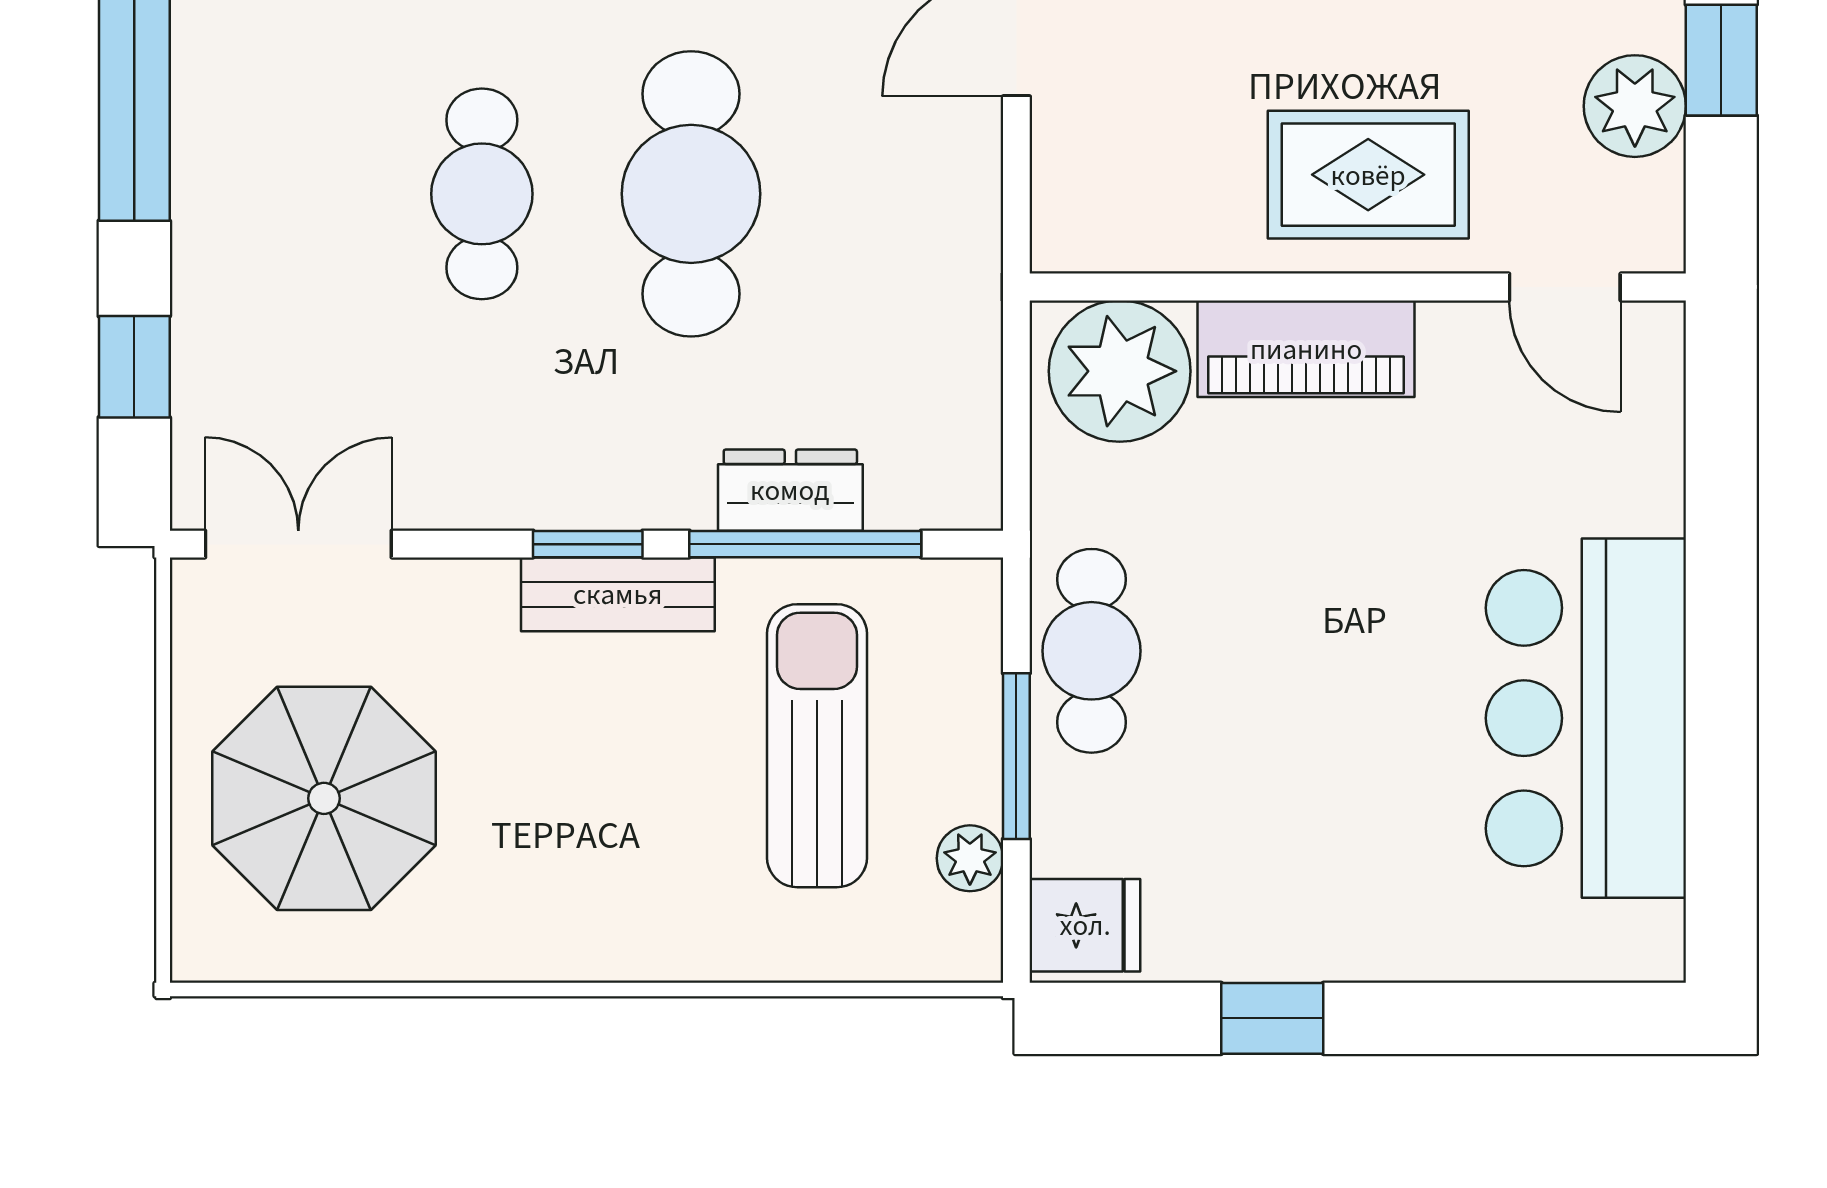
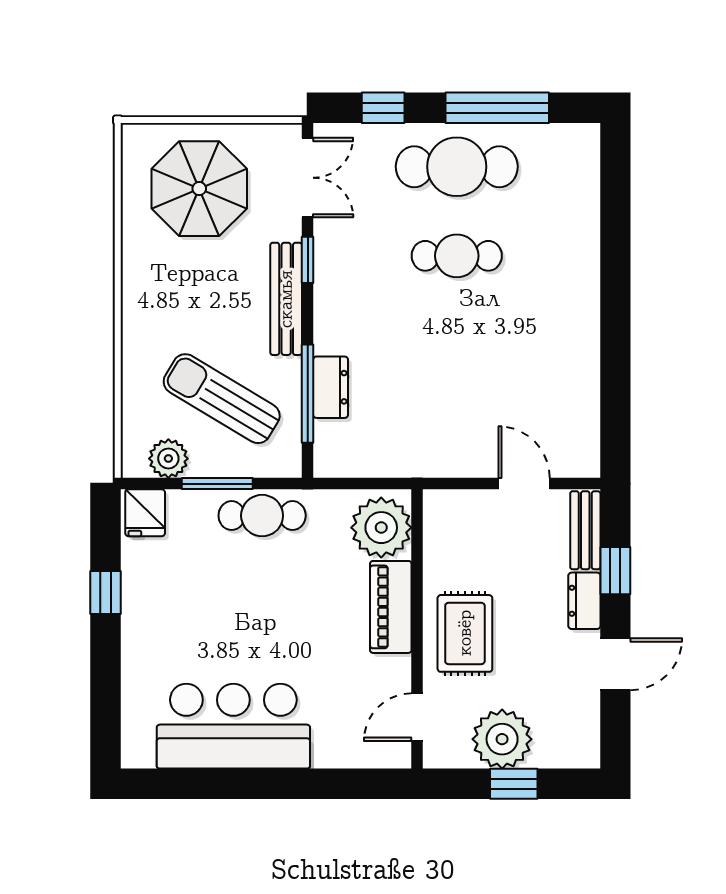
plant: (1635, 106) -> (502, 739), width x1.36, depth x1.36
cafe table: (691, 194) -> (457, 167), moved
window: (588, 544) -> (308, 260), moved
bench: (618, 594) -> (286, 299), width x1.36
sun lounger: (817, 746) -> (222, 399), turned -149
plant: (970, 858) -> (168, 459), width x1.38, depth x1.38

